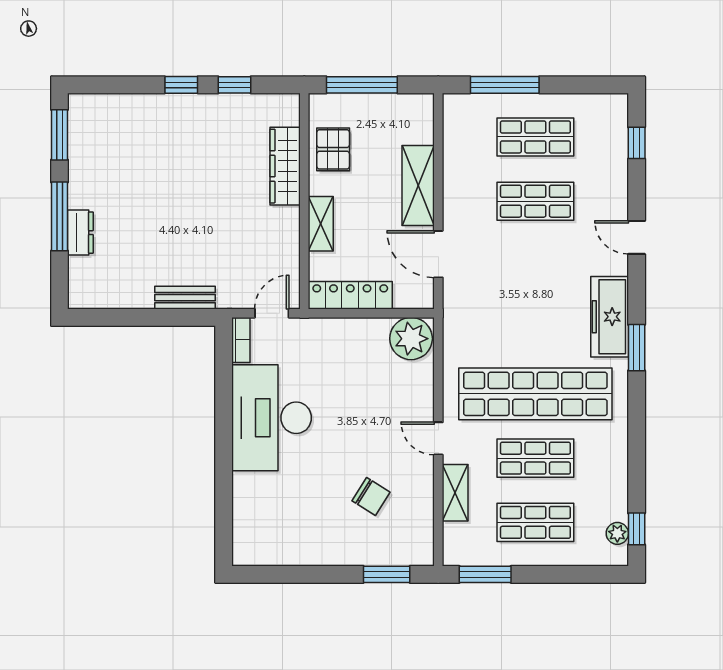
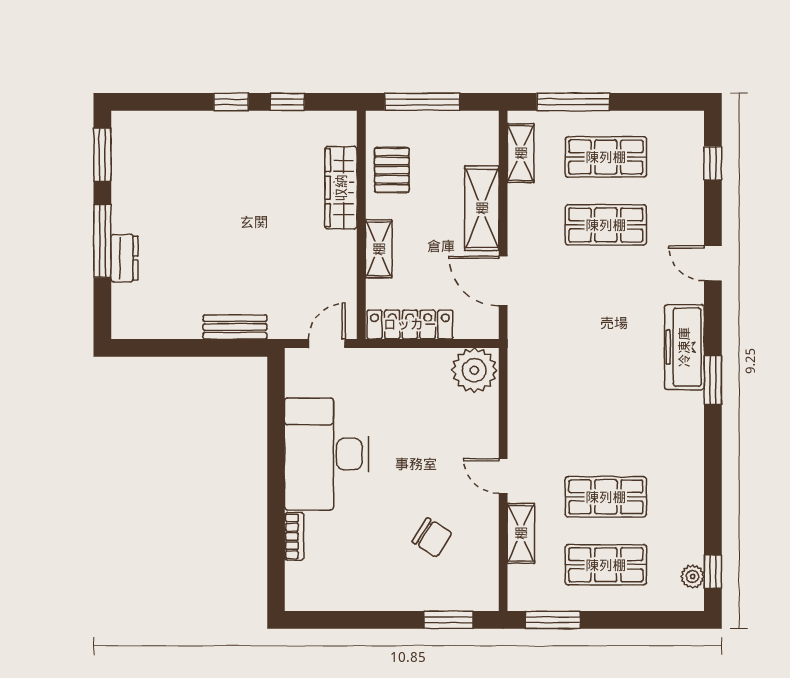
shelving: (455, 133) -> (521, 153), added
bookcase: (241, 340) -> (294, 536), moved
shop shelf: (535, 394) -> (606, 429), removed

